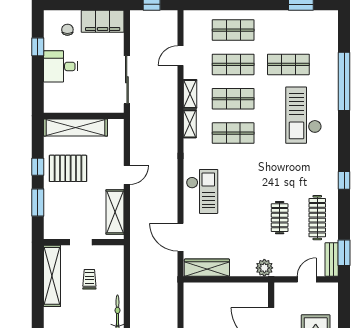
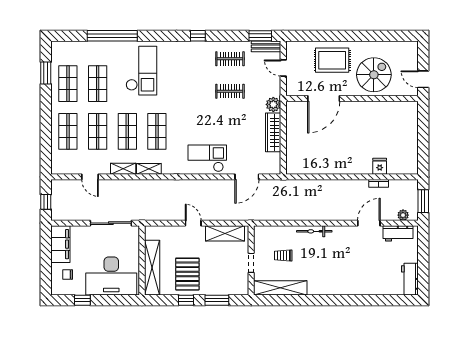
shop shelf: (288, 30) -> (68, 84), added
desk: (61, 66) -> (111, 276), width x1.87, depth x1.30
checkout: (304, 115) -> (141, 71), turned -90
clothes rail: (317, 218) -> (230, 59), width x0.73
wardrobe: (207, 268) -> (273, 132), moved

